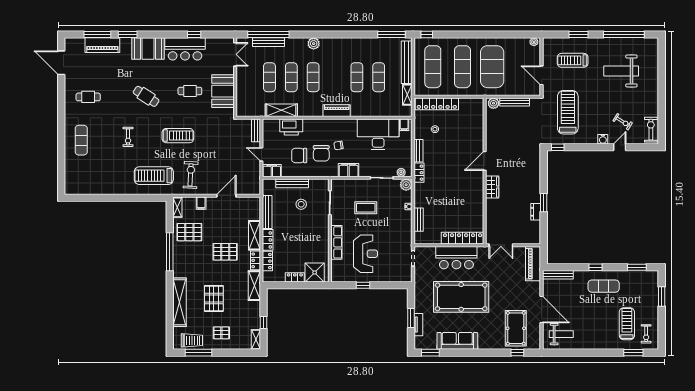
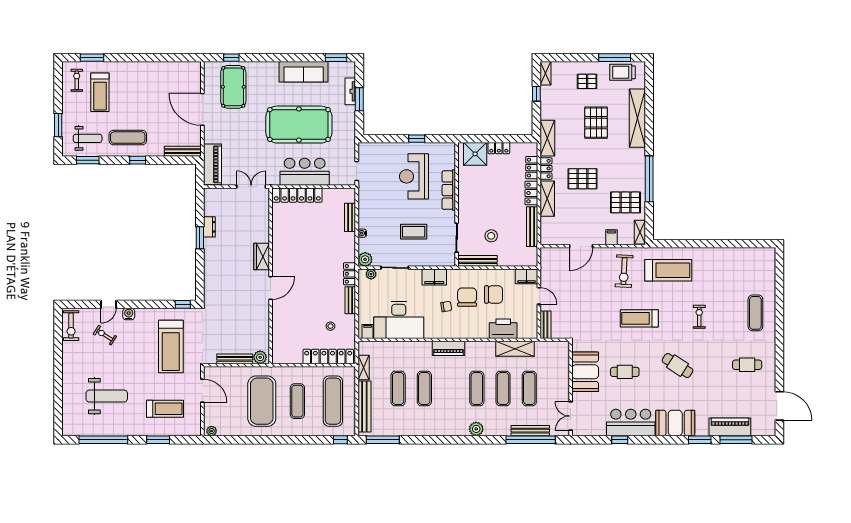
exercise mat: (462, 67) -> (297, 401), width x0.73, depth x0.69
bench: (292, 183) -> (477, 261), moved
weight bench: (561, 334) -> (88, 138), moved, turned 180

